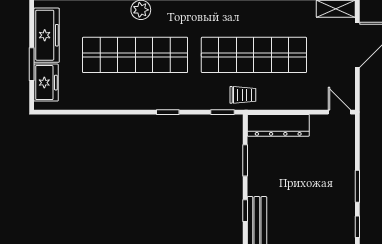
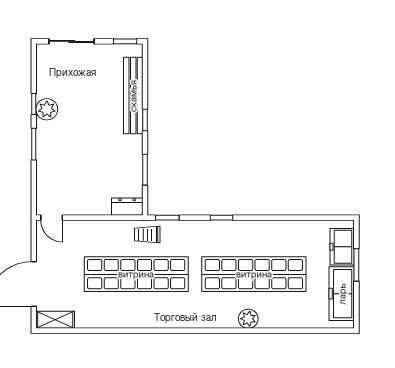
dresser: (278, 125) -> (127, 207), width x0.51, depth x0.80
plant: (344, 221) -> (47, 109), added

